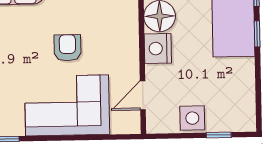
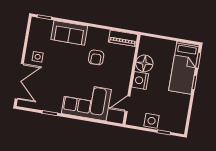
armchair: (68, 48) -> (96, 57), moved, turned 180

